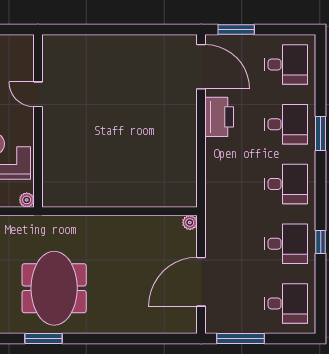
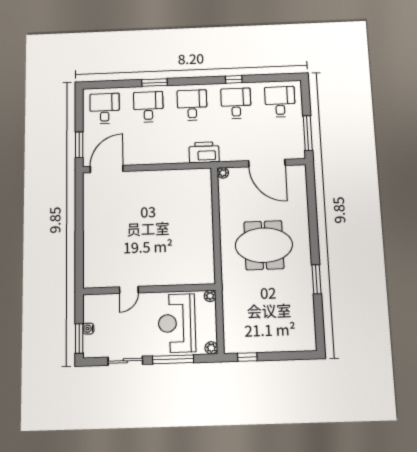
printer: (219, 117) -> (204, 152), moved
meeting table: (54, 288) -> (264, 245), moved

